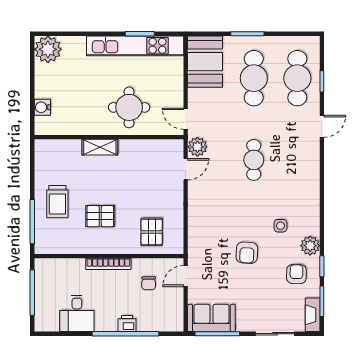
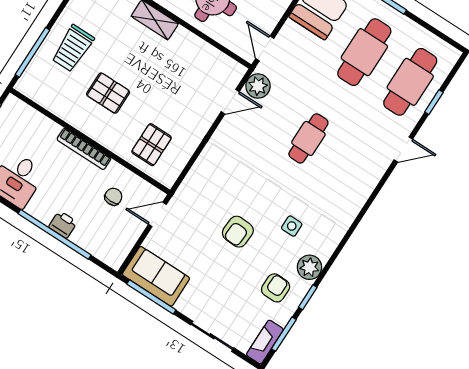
chair: (149, 283) -> (113, 197), turned 180

